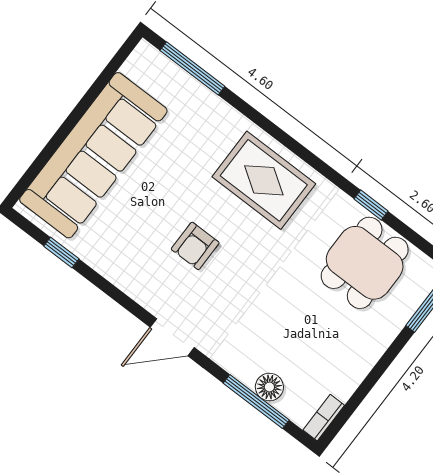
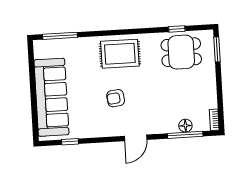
window: (371, 205) -> (177, 29), moved
armchair: (195, 246) -> (116, 98), turned 83
dining table: (365, 263) -> (181, 52), turned 90

